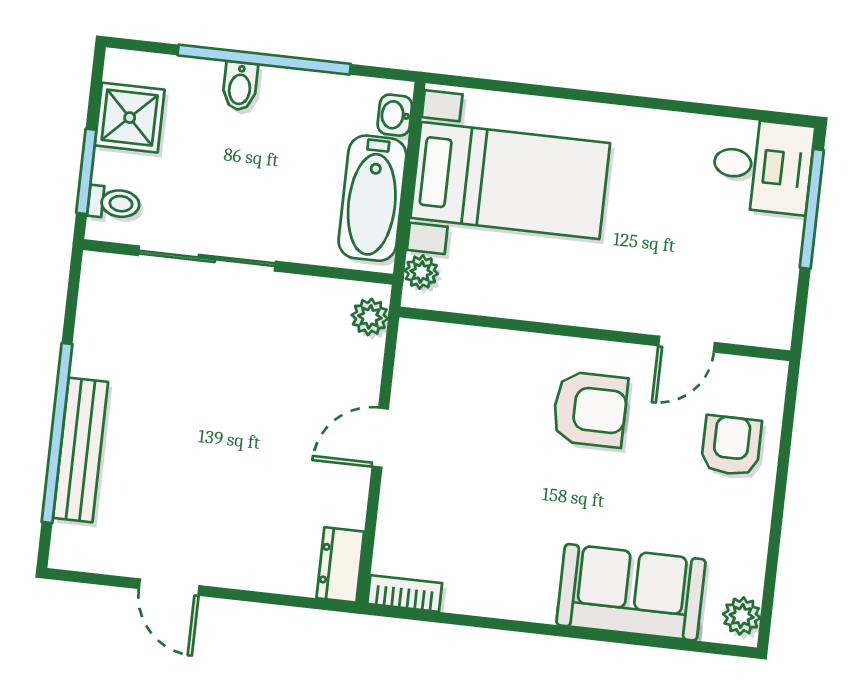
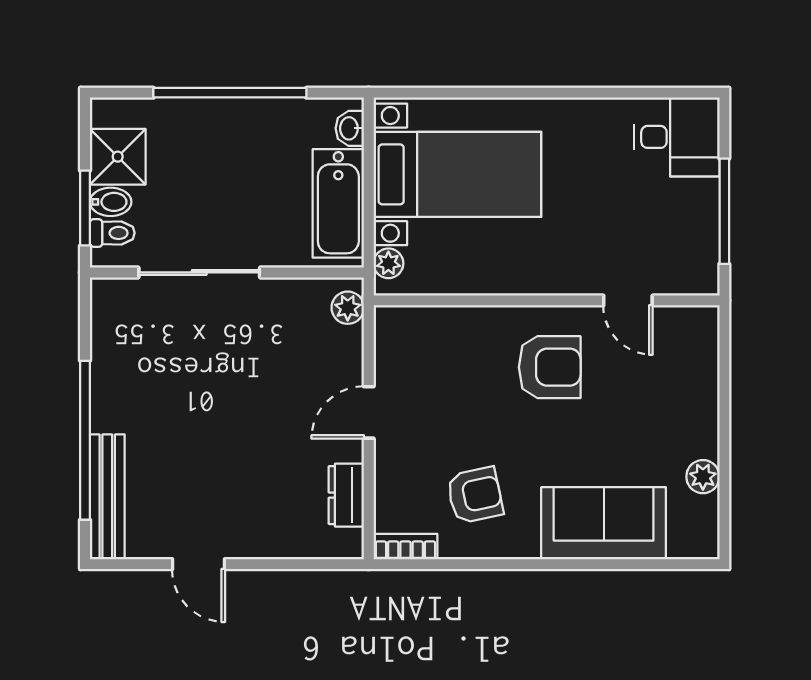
bidet: (240, 86) -> (111, 202), moved, turned -90
window: (812, 209) -> (724, 211), moved
door: (687, 344) -> (628, 300), hinge flipped
armchair: (731, 446) -> (475, 495), moved, turned 78
bench: (80, 450) -> (107, 497), moved
dresser: (340, 565) -> (346, 495), moved
plant: (742, 616) -> (703, 477), moved

